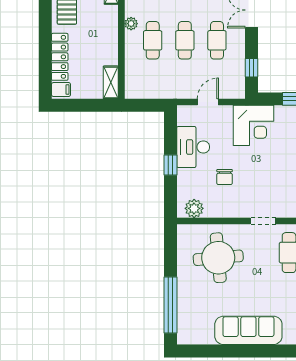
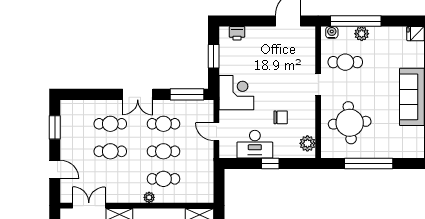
window: (251, 68) -> (187, 94), width x2.17
window: (171, 305) -> (369, 164), moved

